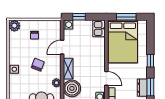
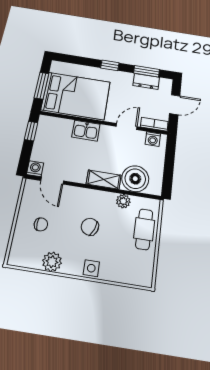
window: (79, 17) -> (31, 131), moved
plant: (14, 26) -> (52, 262), moved
kitchen sink: (99, 28) -> (86, 131), moved
door: (62, 47) -> (52, 181), moved

